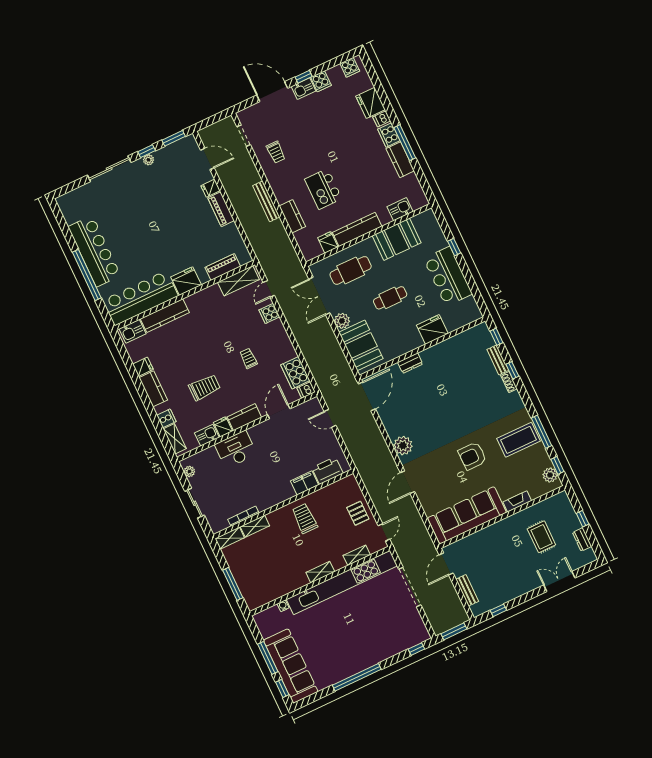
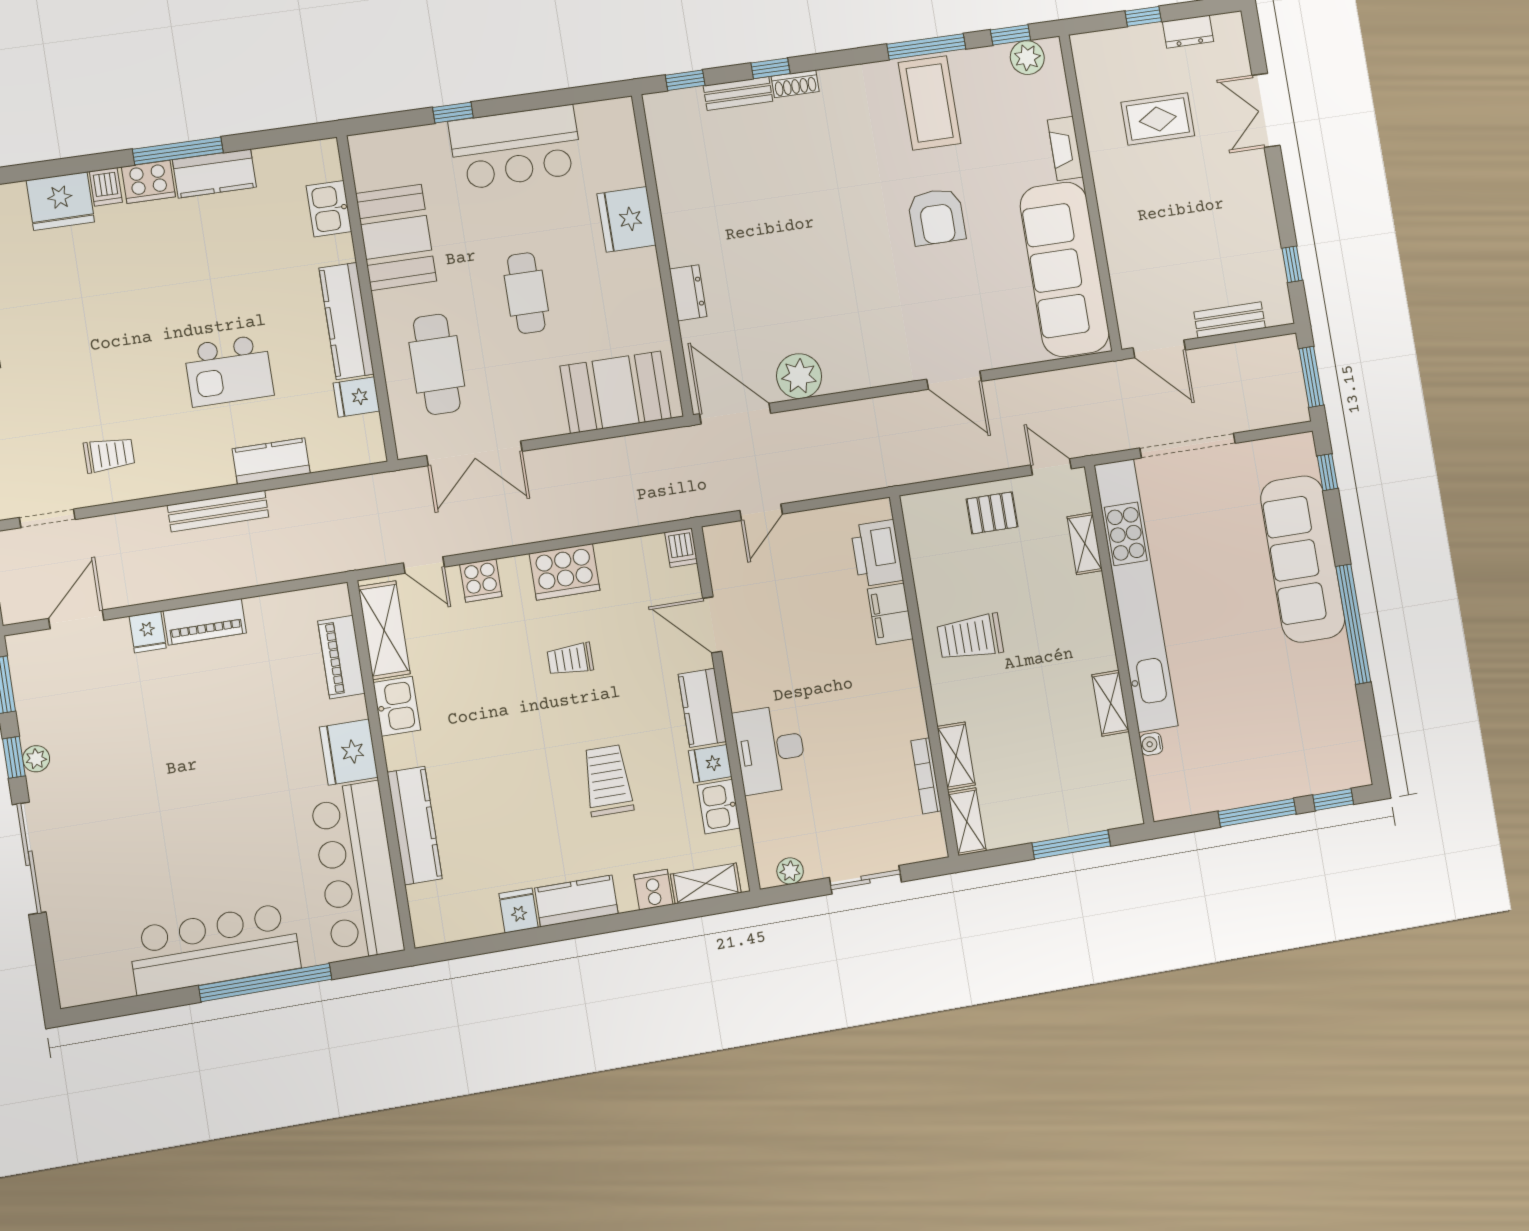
plant: (342, 321) -> (547, 419), removed
kitchen sink: (133, 331) -> (397, 706), moved
cooker: (295, 373) -> (565, 572), moved
plant: (403, 446) -> (799, 376), moved
shelving: (320, 572) -> (1111, 703), moved
sofa: (291, 666) -> (1303, 559), moved, turned -90

